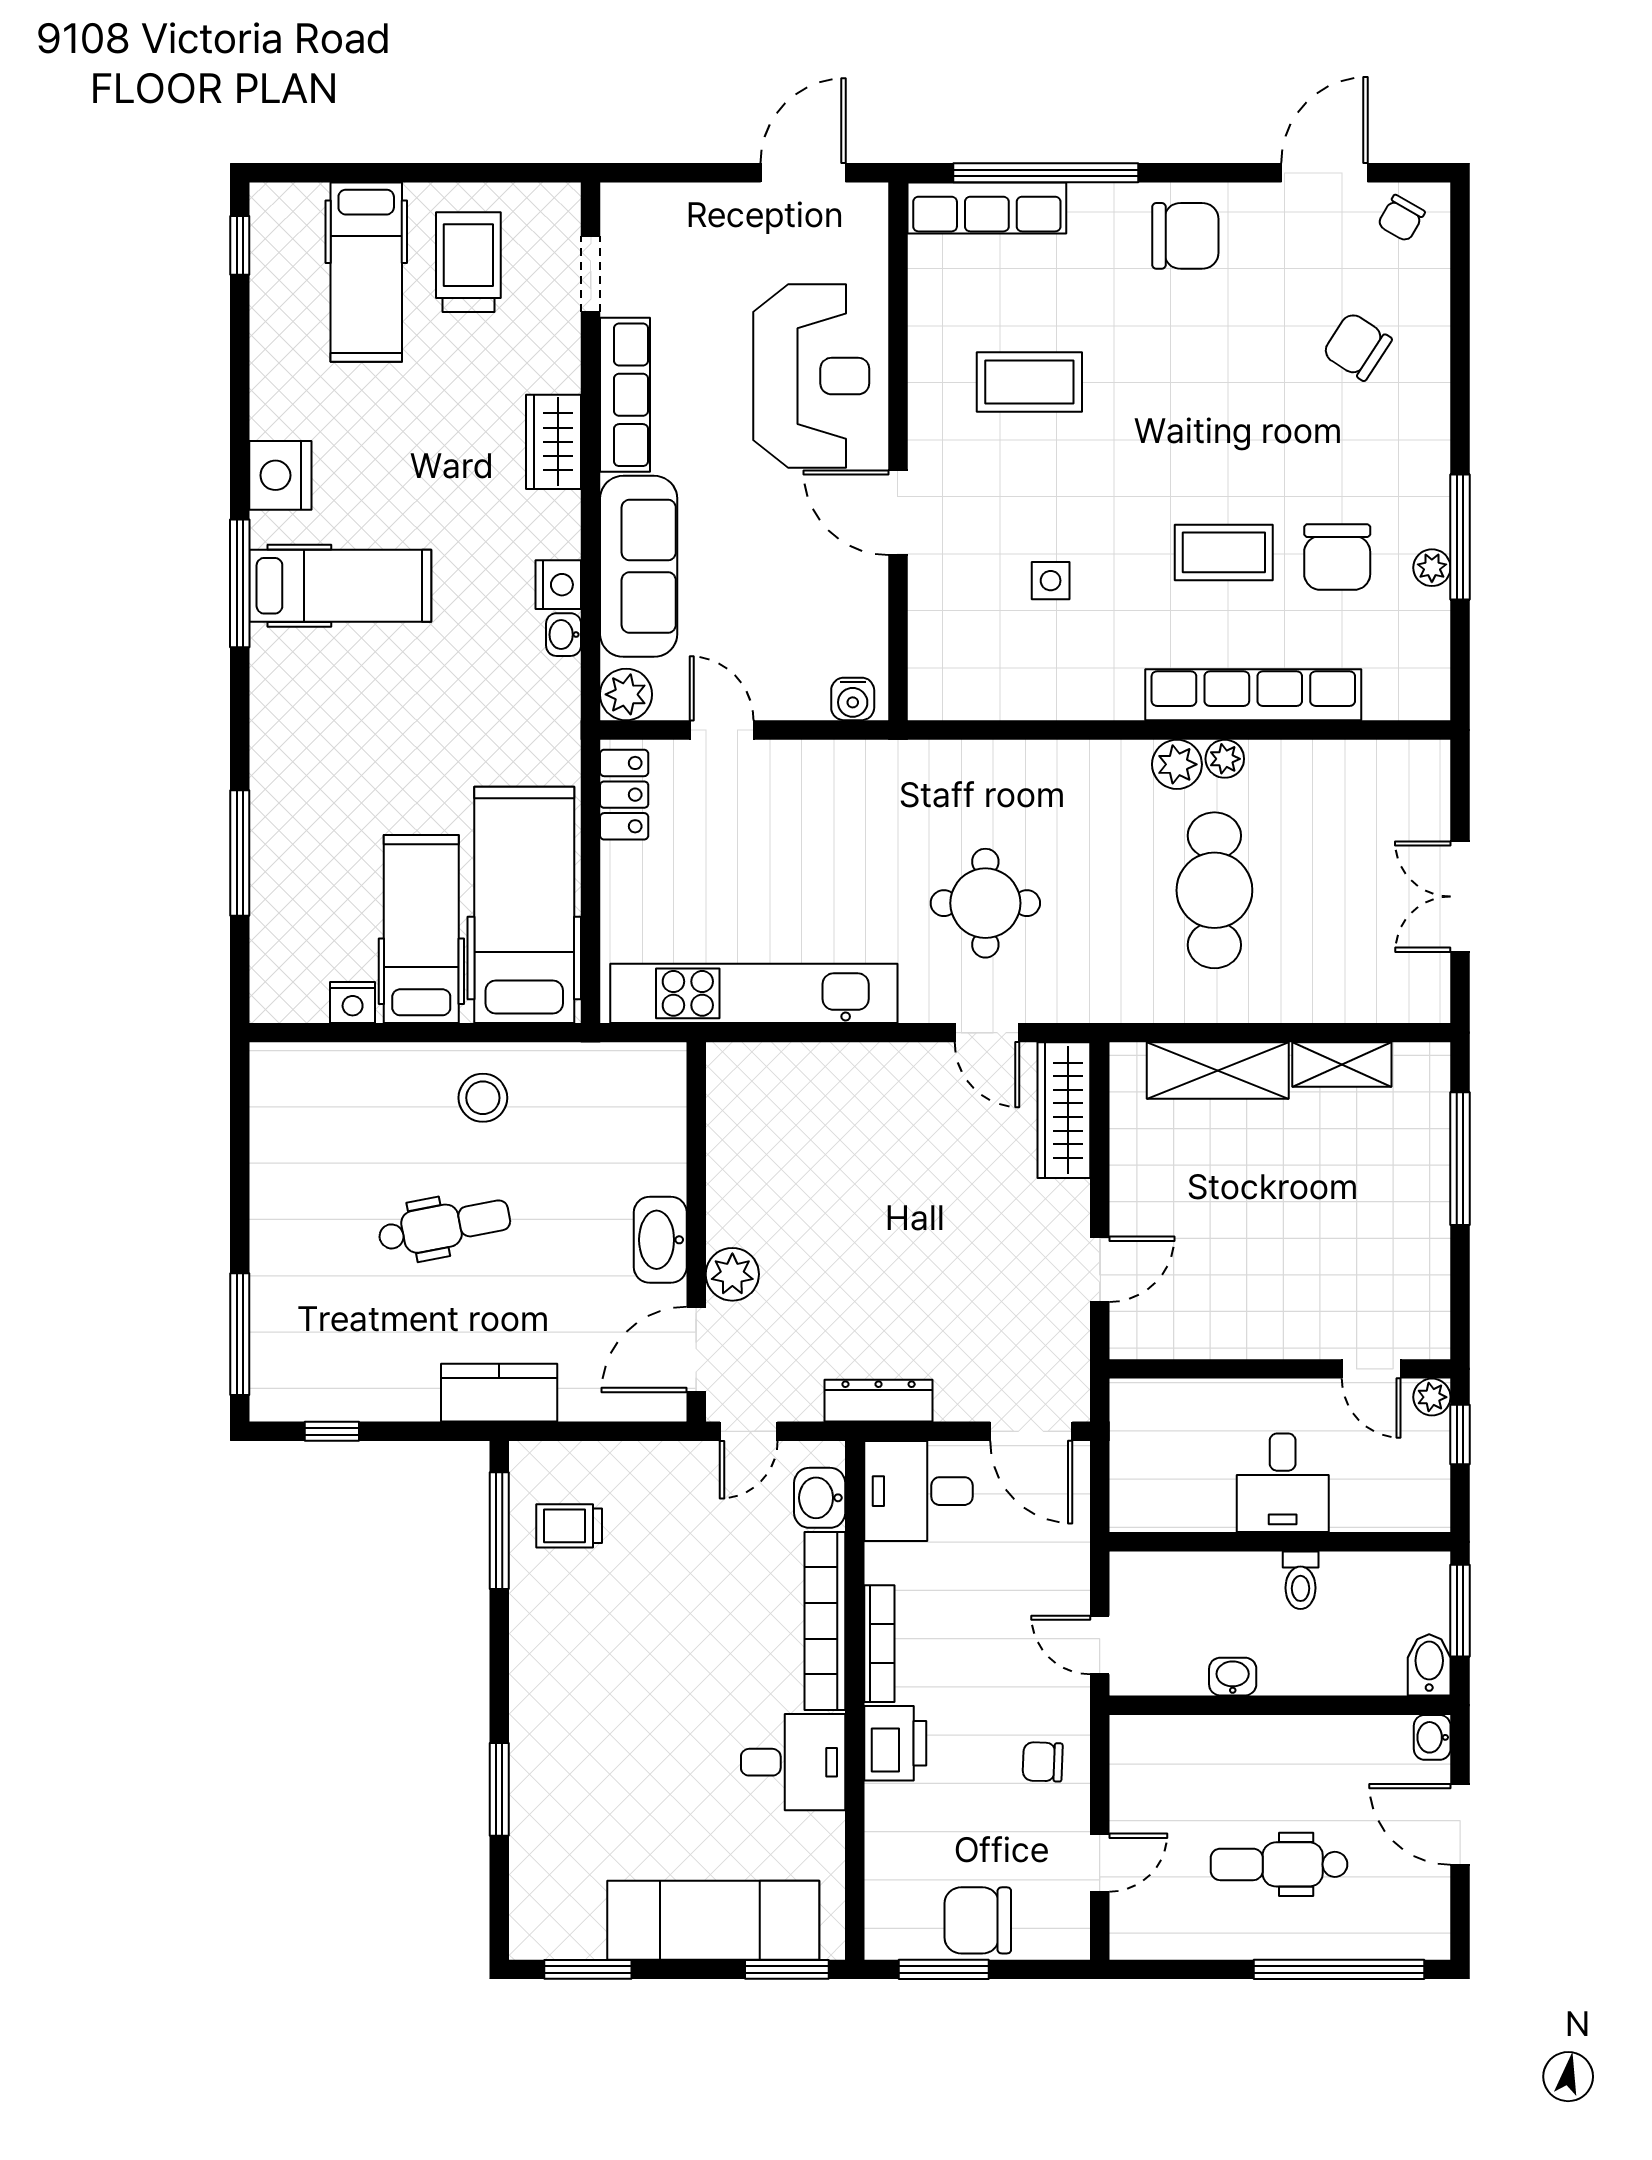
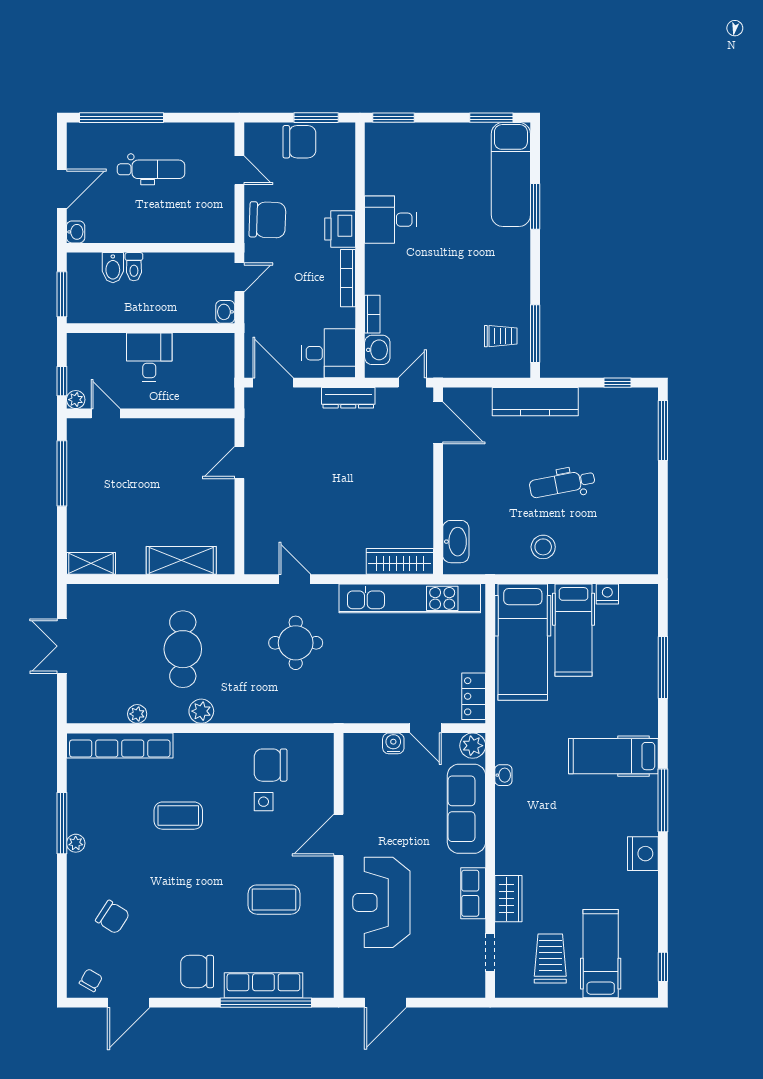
row of seats: (987, 208) -> (263, 985), moved
trolley: (468, 262) -> (550, 959), turned 180
row of seats: (625, 395) -> (473, 893), width x0.68
wardrobe: (553, 442) -> (508, 899), moved
door: (898, 513) -> (339, 835), swing flipped
chair: (1337, 557) -> (271, 765), moved, turned -90
plant: (1432, 568) -> (76, 843), moved
nightstand: (558, 585) -> (506, 800), removed
hospital bed: (340, 586) -> (613, 756), moved
row of seats: (1253, 695) -> (120, 745), moved
water cooler: (853, 699) -> (393, 743), moved
plant: (1225, 759) -> (137, 714), moved
double door: (1460, 897) -> (62, 646), swing flipped
shelving: (1342, 1064) -> (91, 563), moved
wardrobe: (1064, 1110) -> (400, 561), moved, turned -90
window: (1460, 1159) -> (62, 473), moved
washbasin: (660, 1240) -> (456, 542), moved
plant: (732, 1274) -> (420, 460), removed
door: (696, 1350) -> (438, 423), hinge flipped
kitchen counter: (499, 1393) -> (535, 402), width x1.50
toilet: (1301, 1580) -> (134, 267), moved, turned 180
bookcase: (825, 1621) -> (372, 314), width x0.43, depth x0.76
door: (1100, 1645) -> (239, 277), hinge flipped
bidet: (1429, 1665) -> (113, 268), moved
washbasin: (1233, 1677) -> (225, 312), moved, turned 90
chair: (1043, 1762) -> (267, 220), width x1.87, depth x1.87
door: (1460, 1824) -> (62, 189), hinge flipped
door: (1100, 1863) -> (239, 170), swing flipped
exam couch: (713, 1920) -> (511, 174), moved, turned 90

